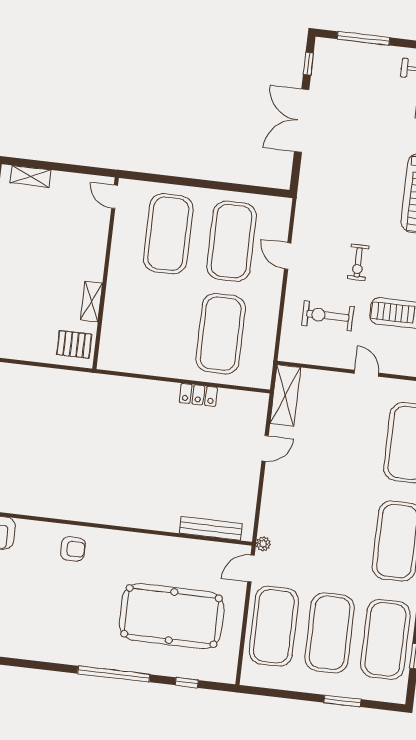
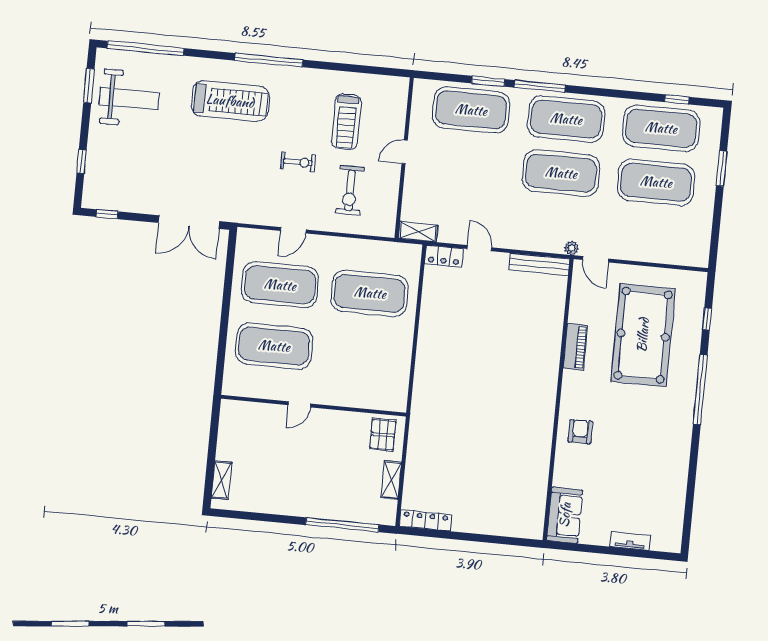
window: (363, 38) -> (82, 162), width x0.46
double door: (302, 121) -> (189, 222), moved
door: (115, 197) -> (299, 404), moved
shelving: (91, 302) -> (391, 480), moved, turned 90
locker: (198, 395) -> (444, 256), moved, turned 90
shelving: (285, 395) -> (418, 232), width x0.67, depth x0.75
bench: (211, 528) -> (539, 264), moved, turned 90
piano: (161, 546) -> (575, 347), added
exercise mat: (274, 626) -> (561, 173), moved

